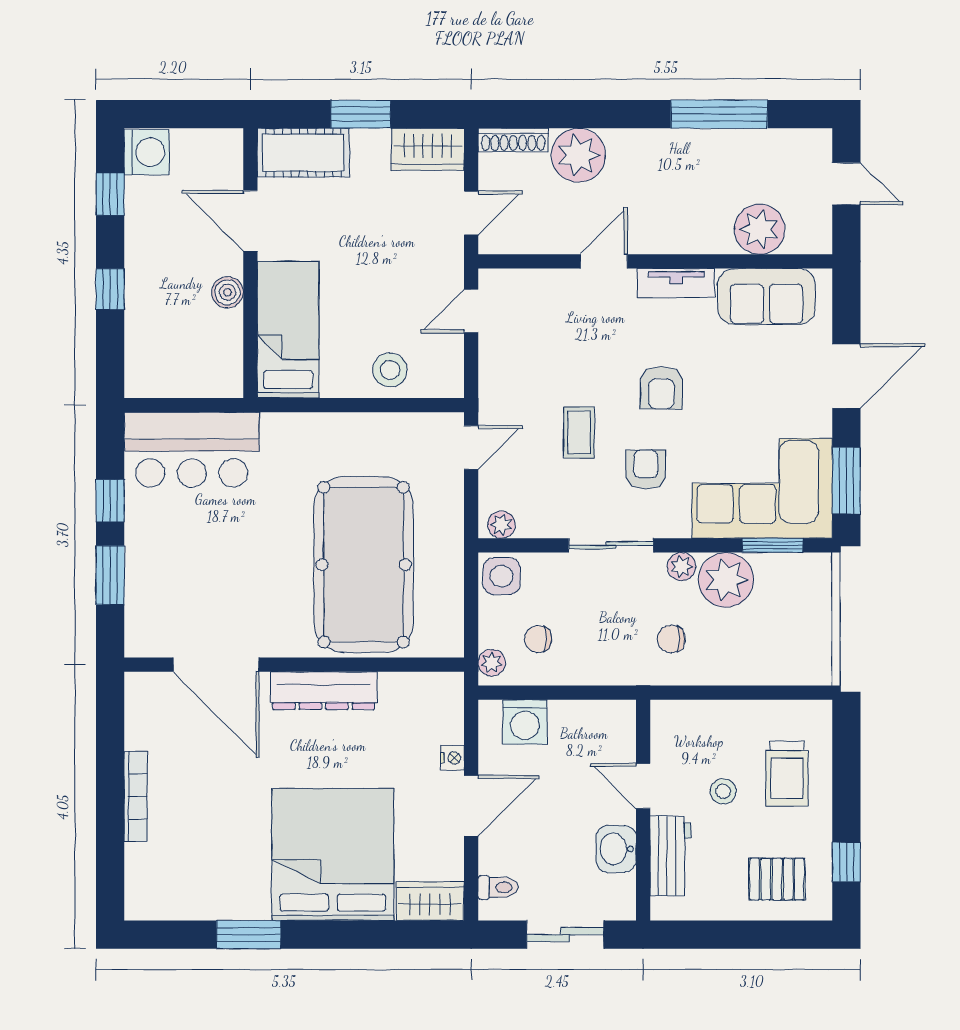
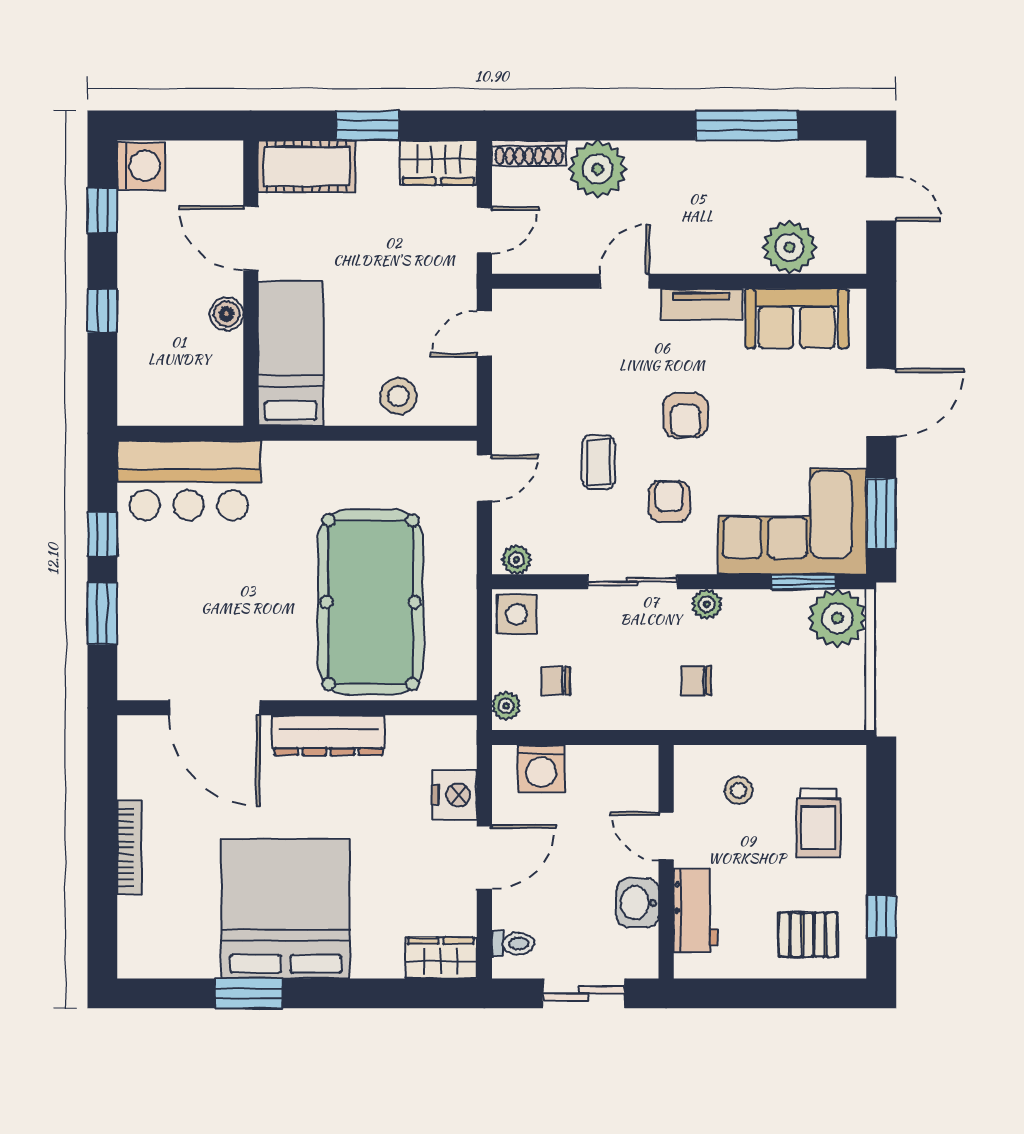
plant: (726, 580) -> (837, 618), moved
nightstand: (452, 758) -> (455, 795), width x1.89, depth x1.79
stool: (723, 791) -> (739, 790), moved
bed: (333, 854) -> (286, 909), moved

